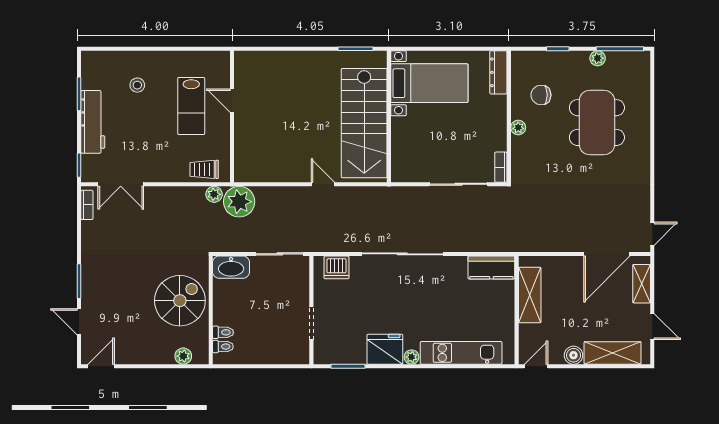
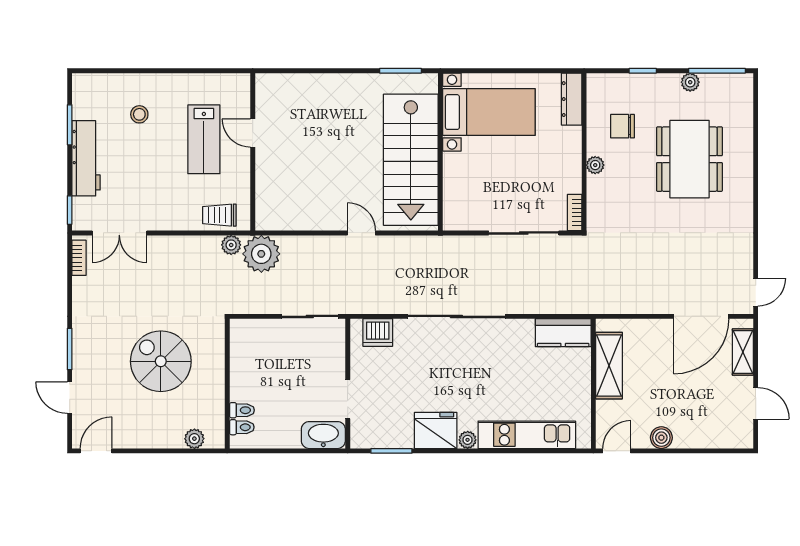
washbasin: (231, 267) -> (323, 435), moved, turned 180
spiral stairs: (180, 301) -> (161, 361), moved, turned -90
shelving: (613, 353) -> (708, 435), removed

